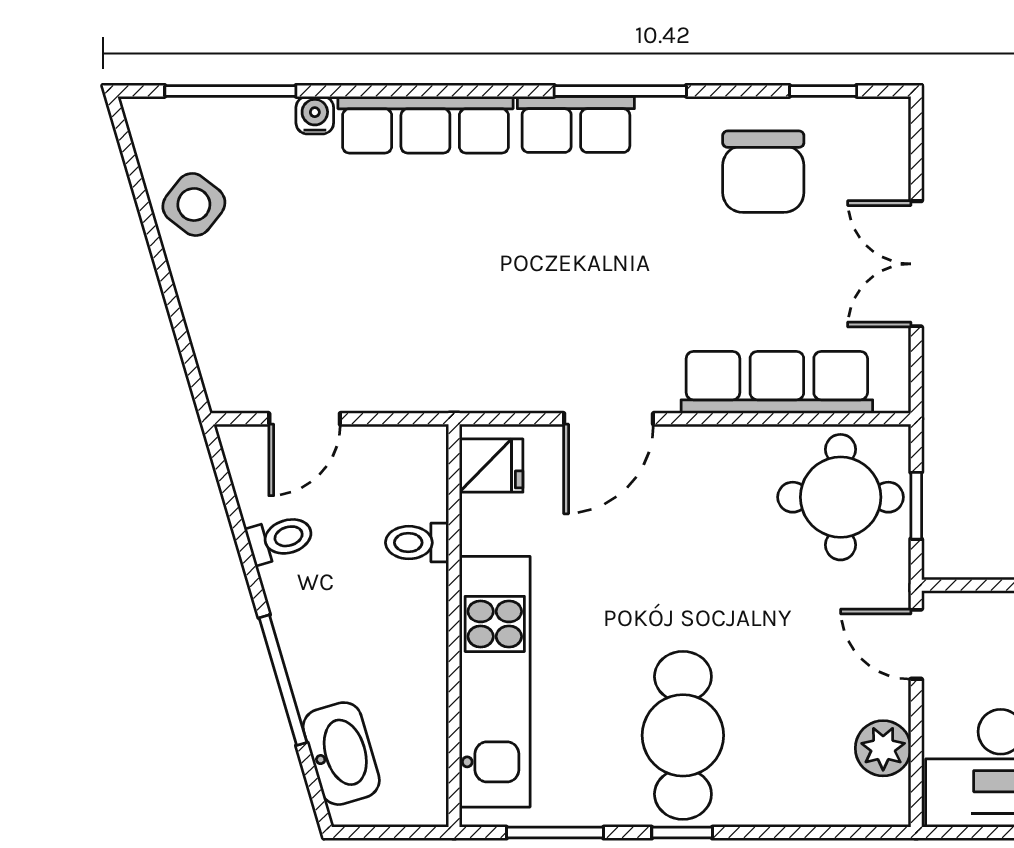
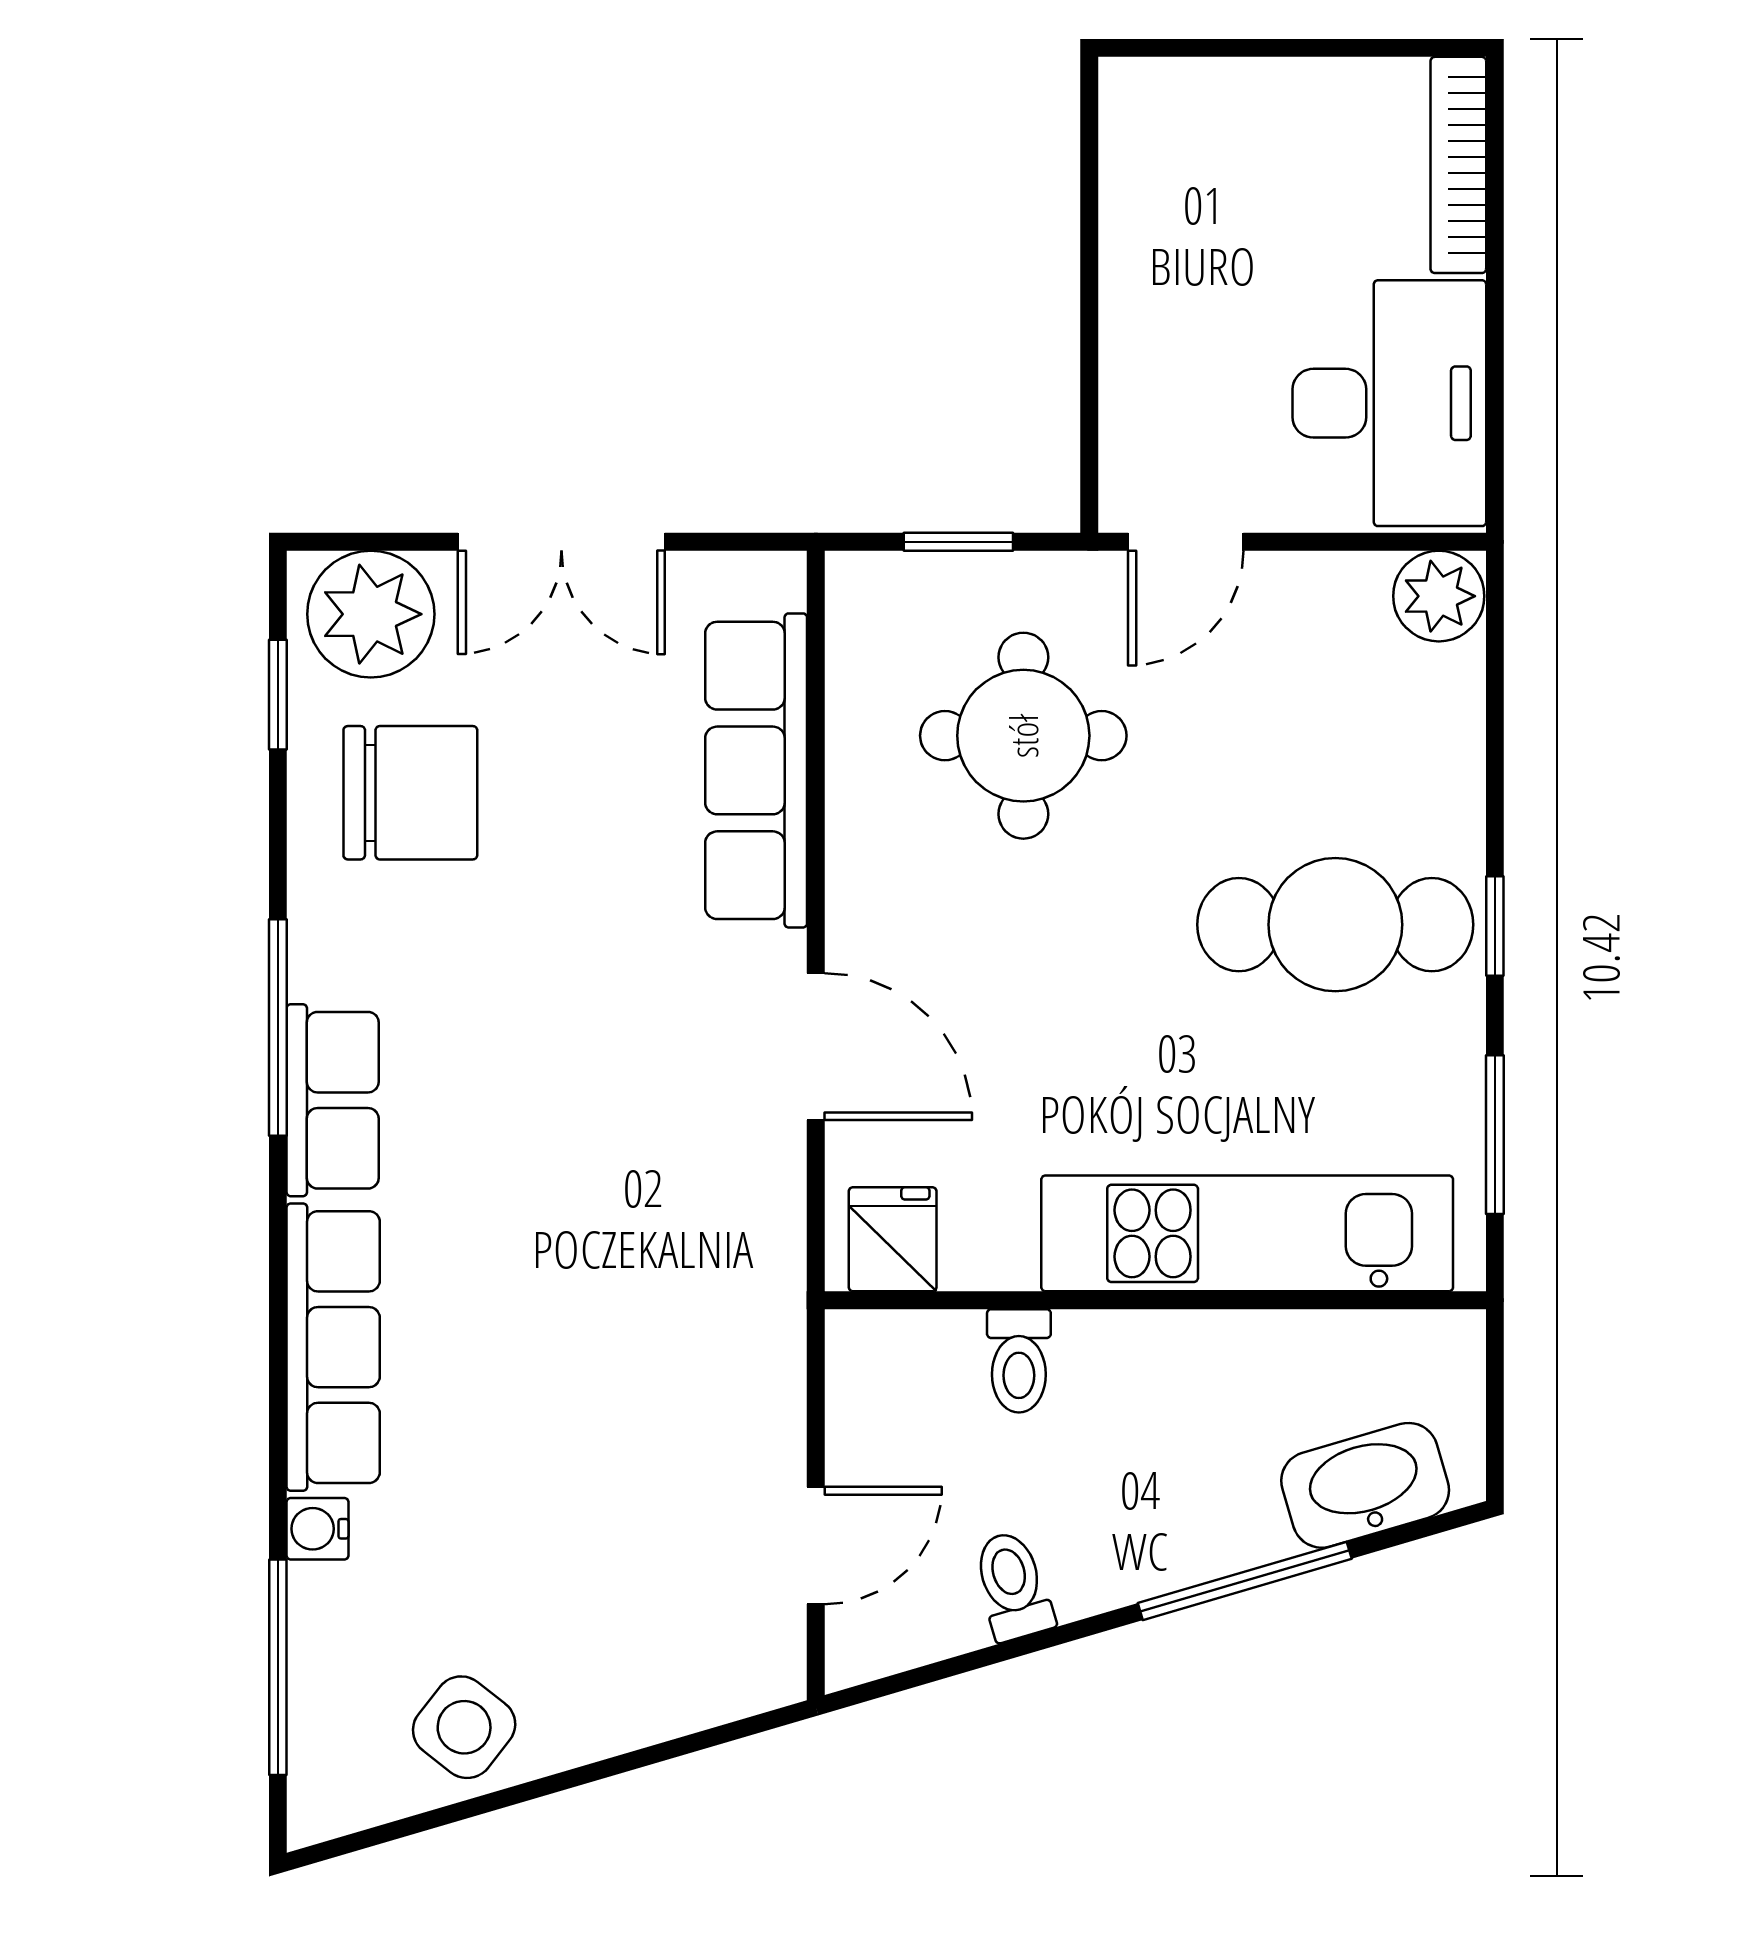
plant: (872, 148) -> (371, 614), added
door: (305, 419) -> (816, 1545), hinge flipped
round table: (841, 497) -> (1023, 736), moved
plant: (883, 748) -> (1439, 596), moved

